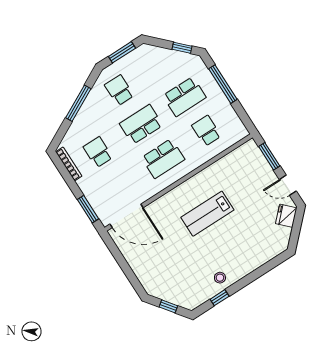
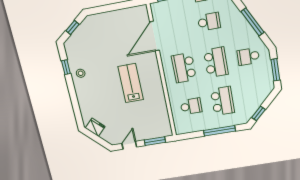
school desk: (119, 90) -> (248, 57), turned 180
school desk: (184, 97) -> (222, 101), turned 180
door: (127, 216) -> (155, 36), moved
fridge: (286, 216) -> (95, 127), moved

